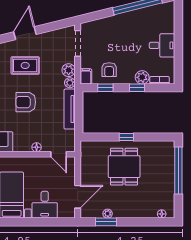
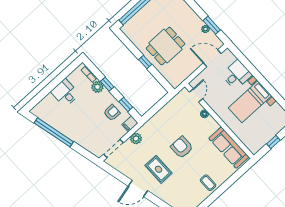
plant: (70, 83) -> (143, 130), removed
armchair: (26, 102) -> (182, 147), turned 180
tv unit: (70, 109) -> (160, 115), removed

